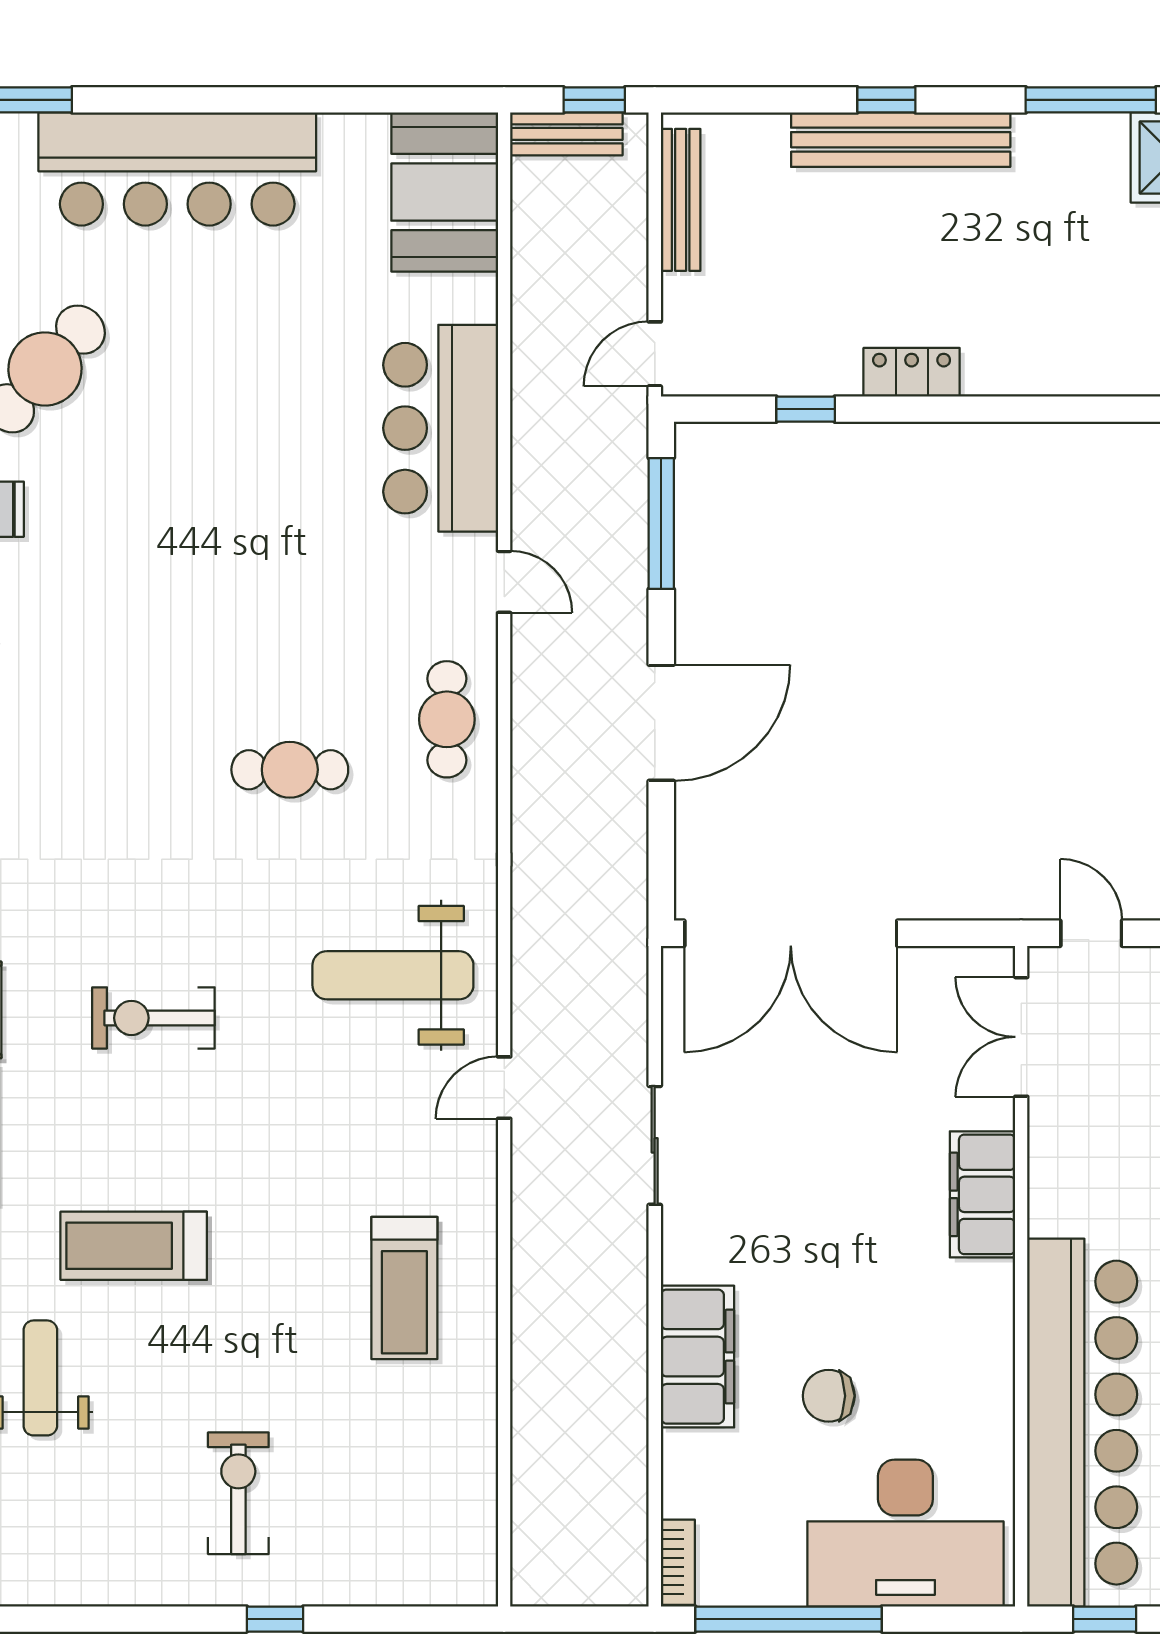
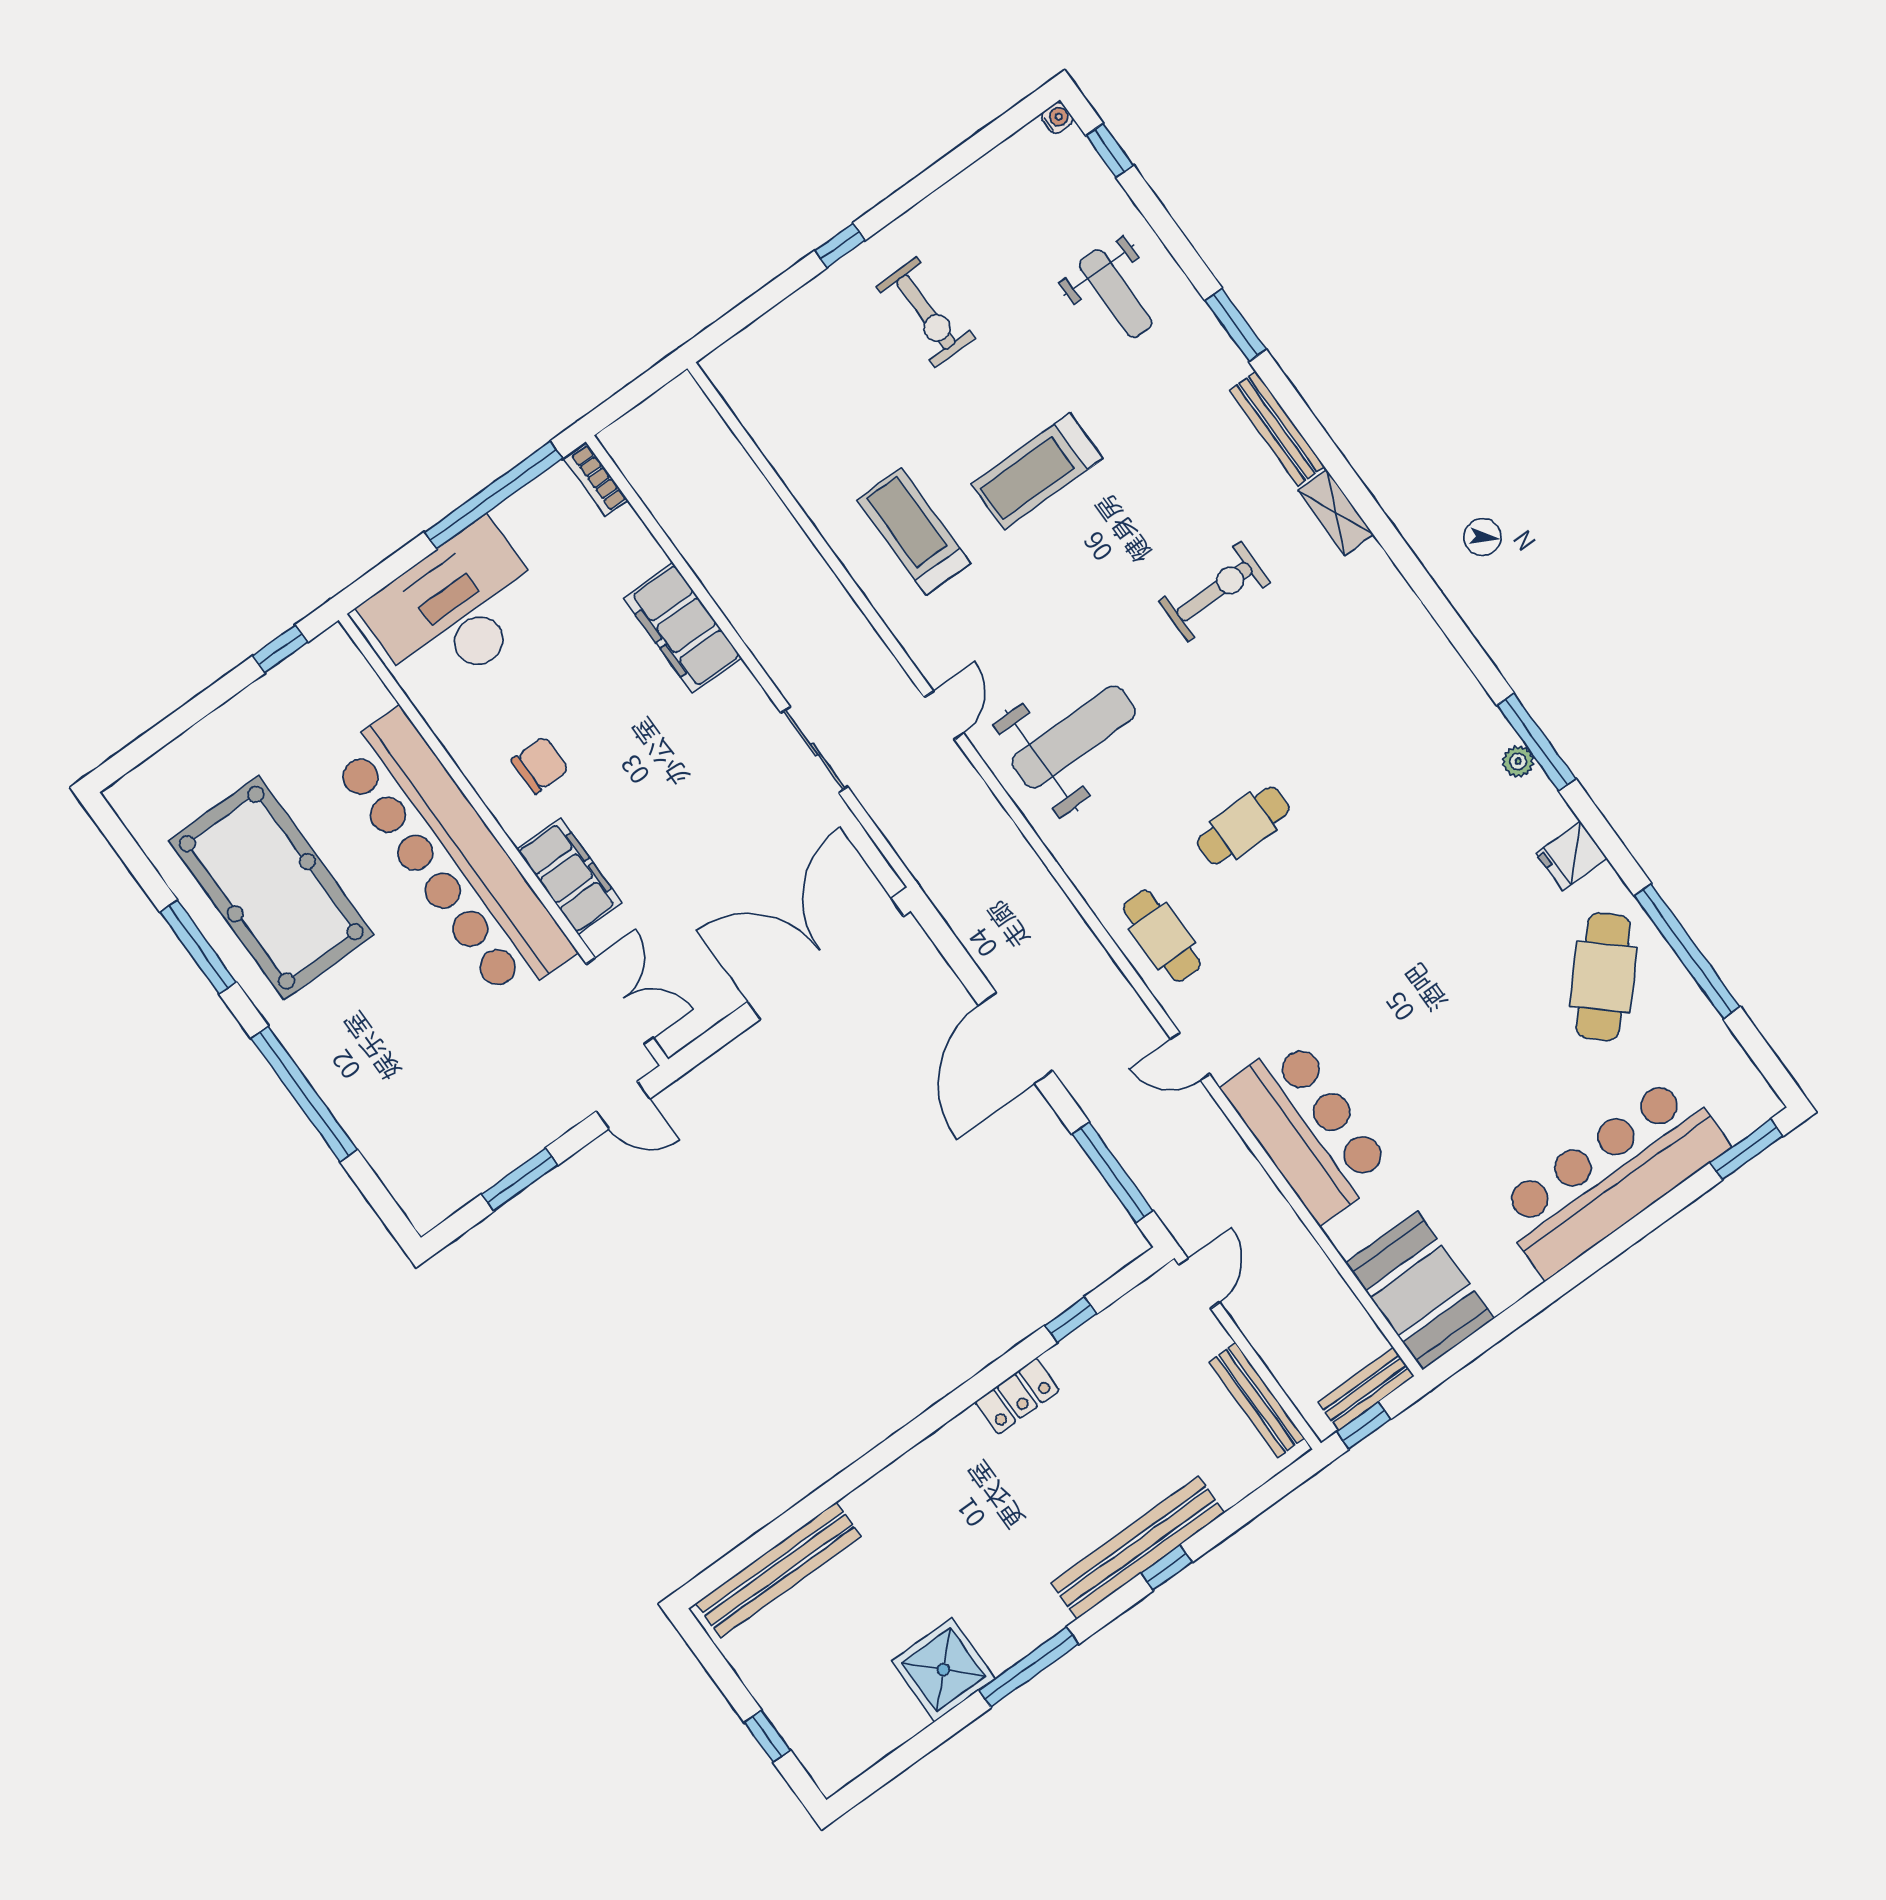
treadmill: (134, 1246) -> (1037, 471), moved, turned 180
chair: (829, 1396) -> (540, 765), moved
bar counter: (1082, 1423) -> (452, 855), moved

